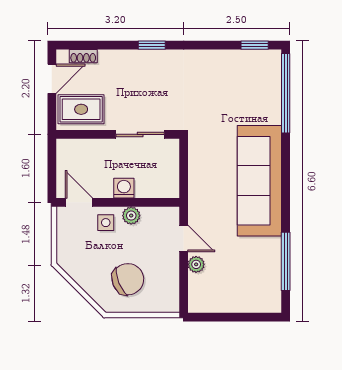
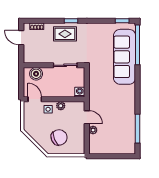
door: (52, 79) -> (21, 38), swing flipped
rug: (81, 109) -> (65, 34), moved
boiler: (82, 151) -> (36, 74), added
sofa: (259, 181) -> (125, 57), moved
washing machine: (124, 188) -> (80, 92), moved

